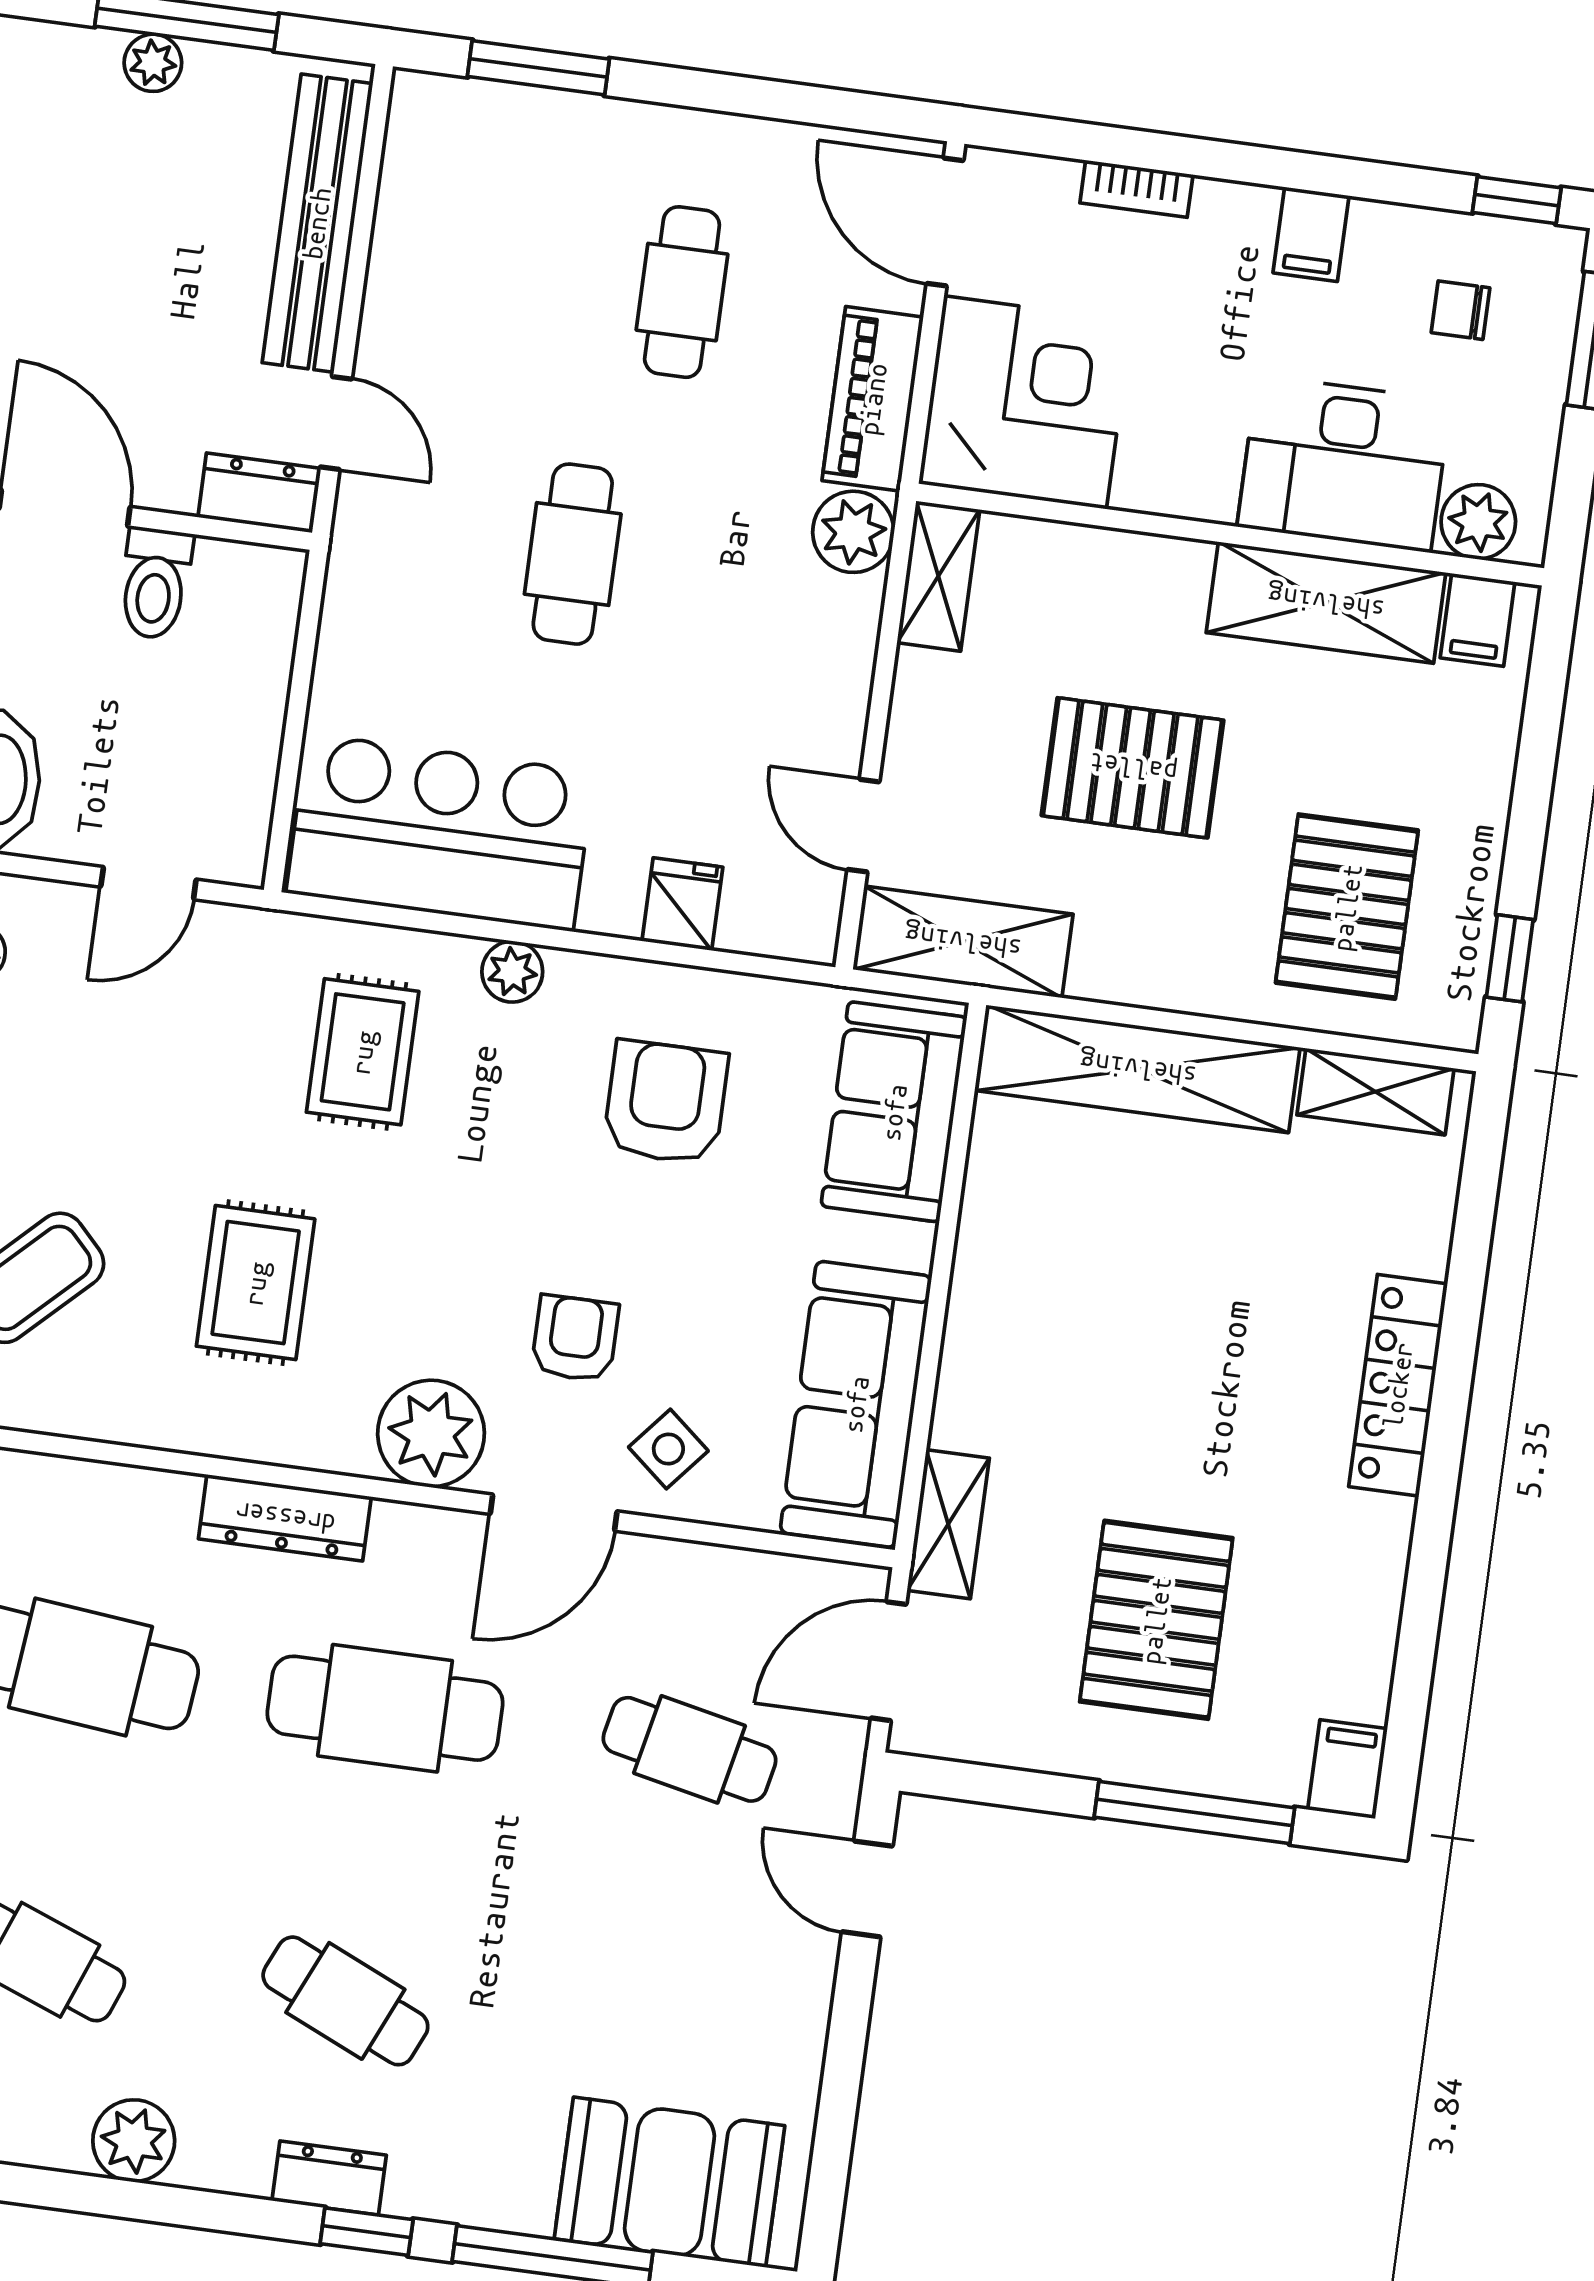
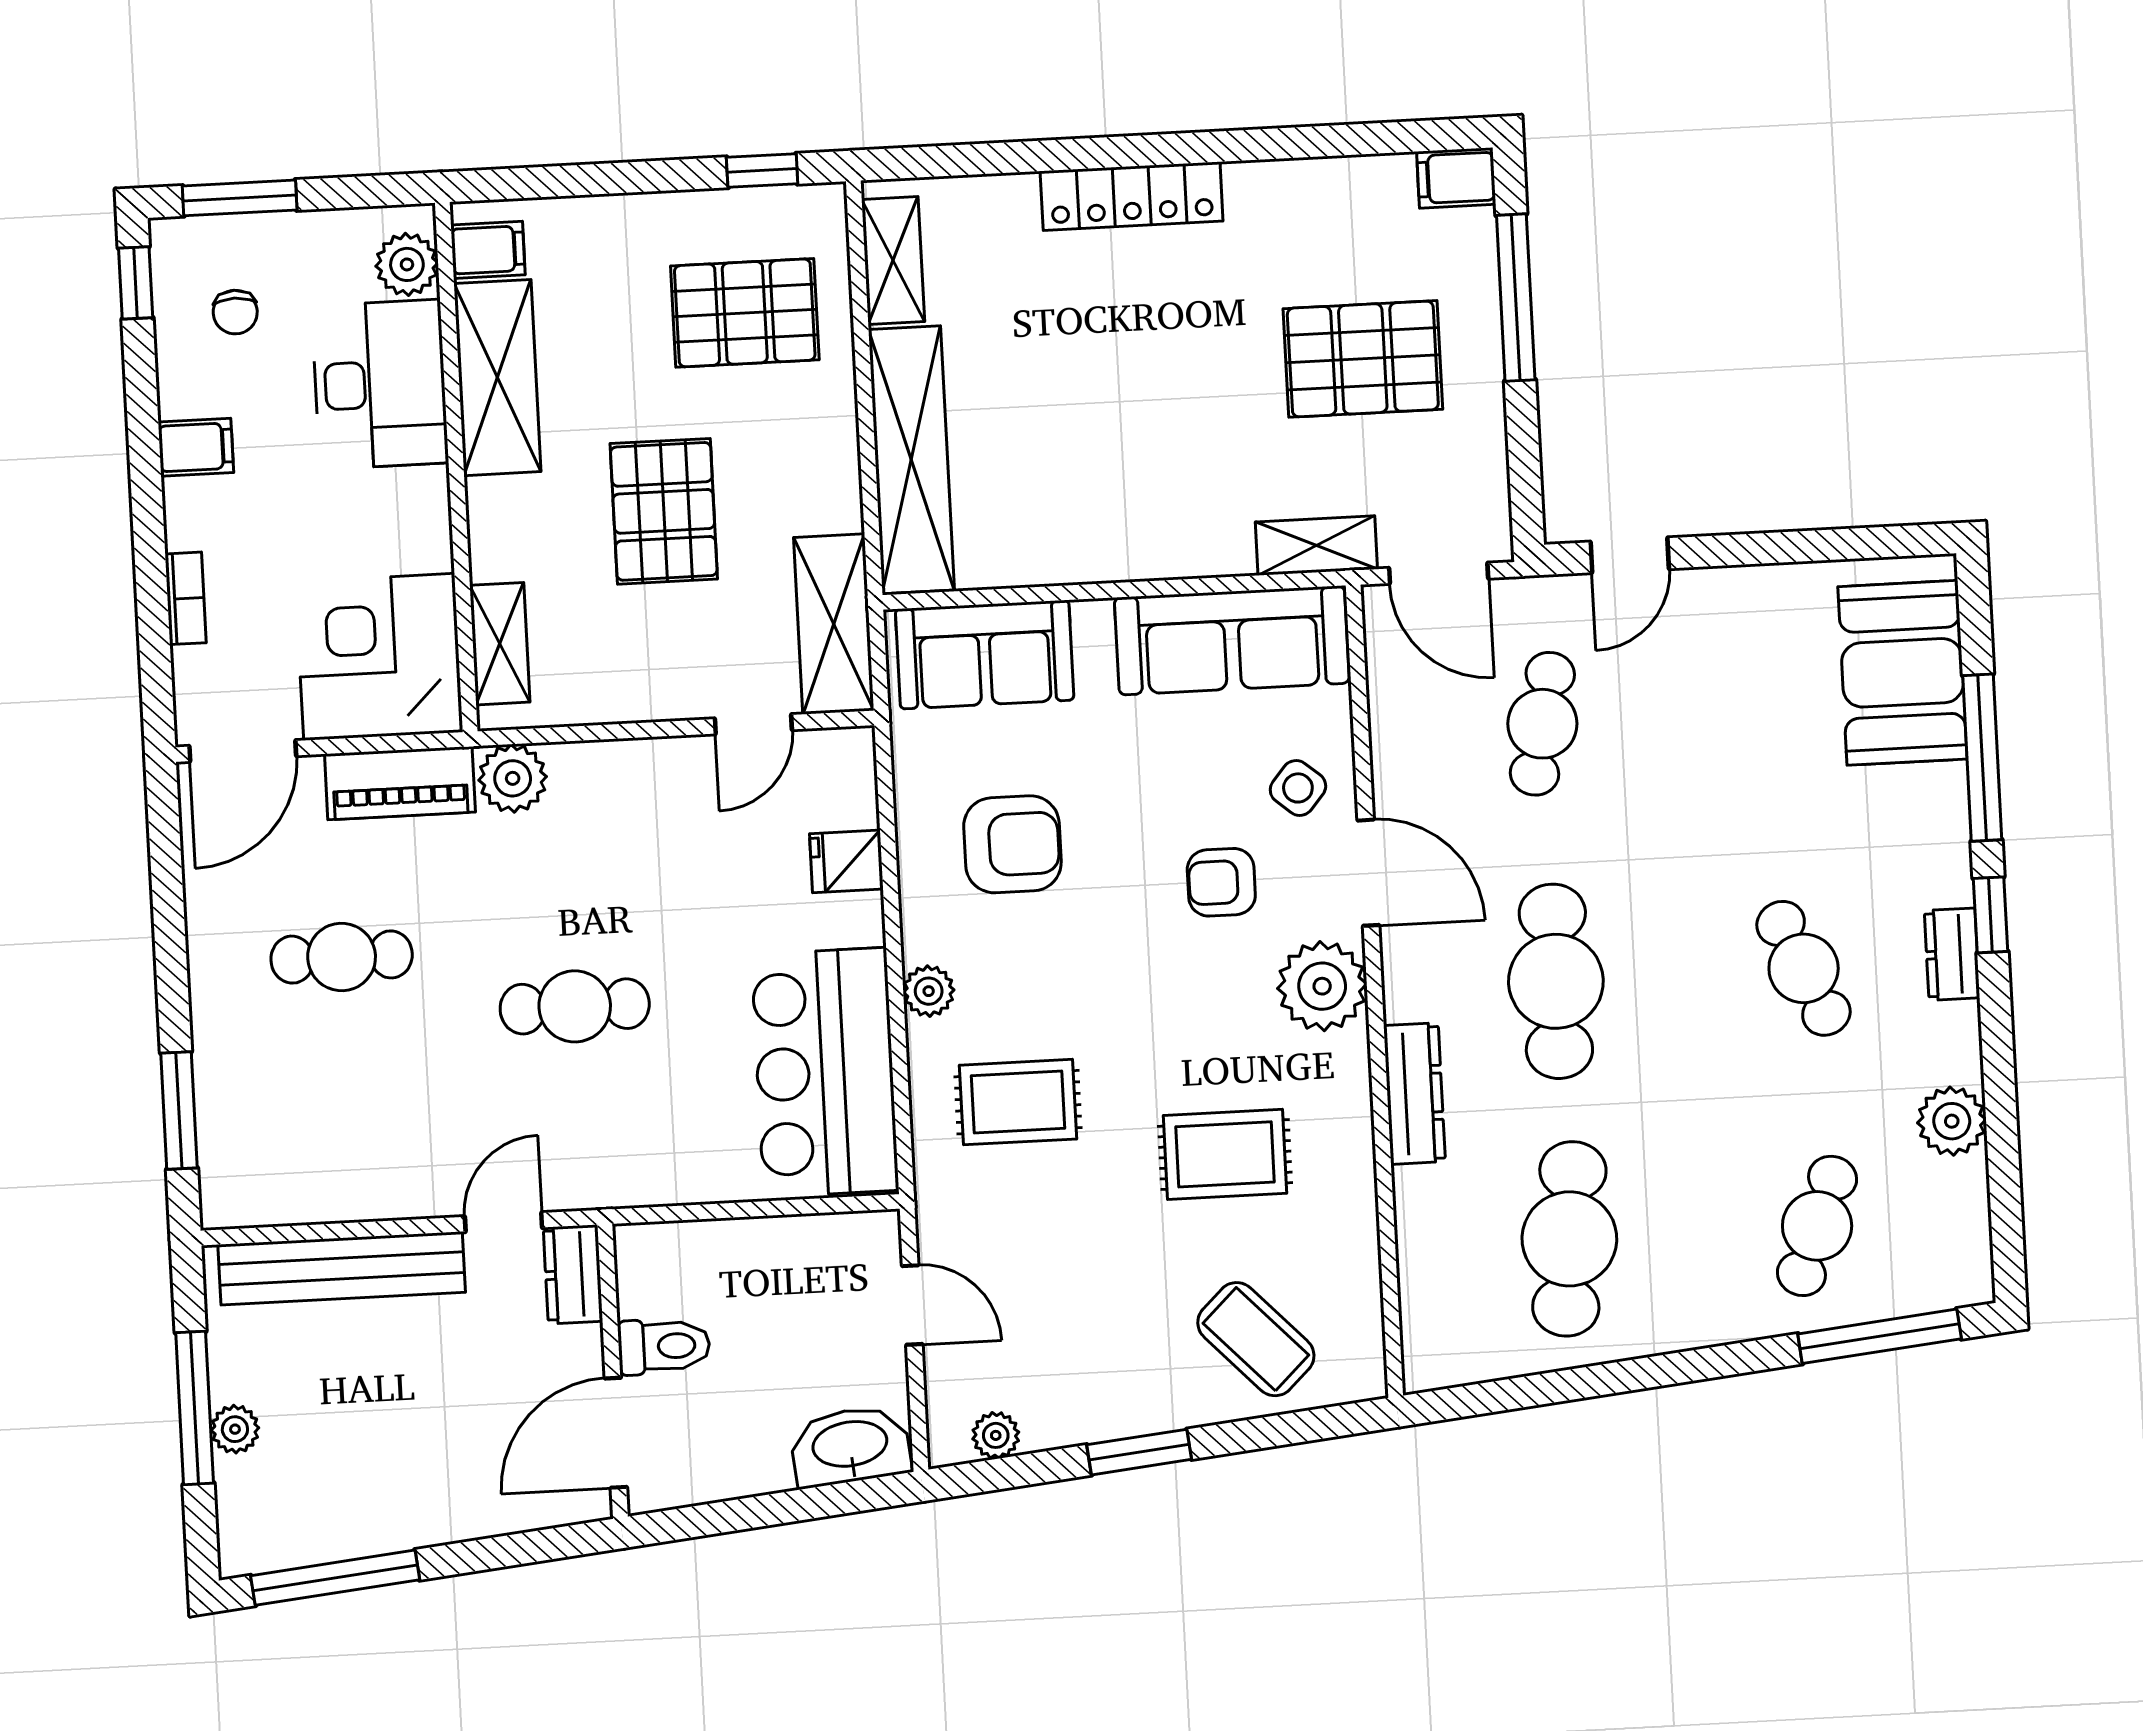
shelving: (938, 576) -> (500, 644), moved, turned 90
armchair: (666, 1102) -> (1012, 844), turned 180
cafe table: (345, 2001) -> (1804, 968), turned -48

